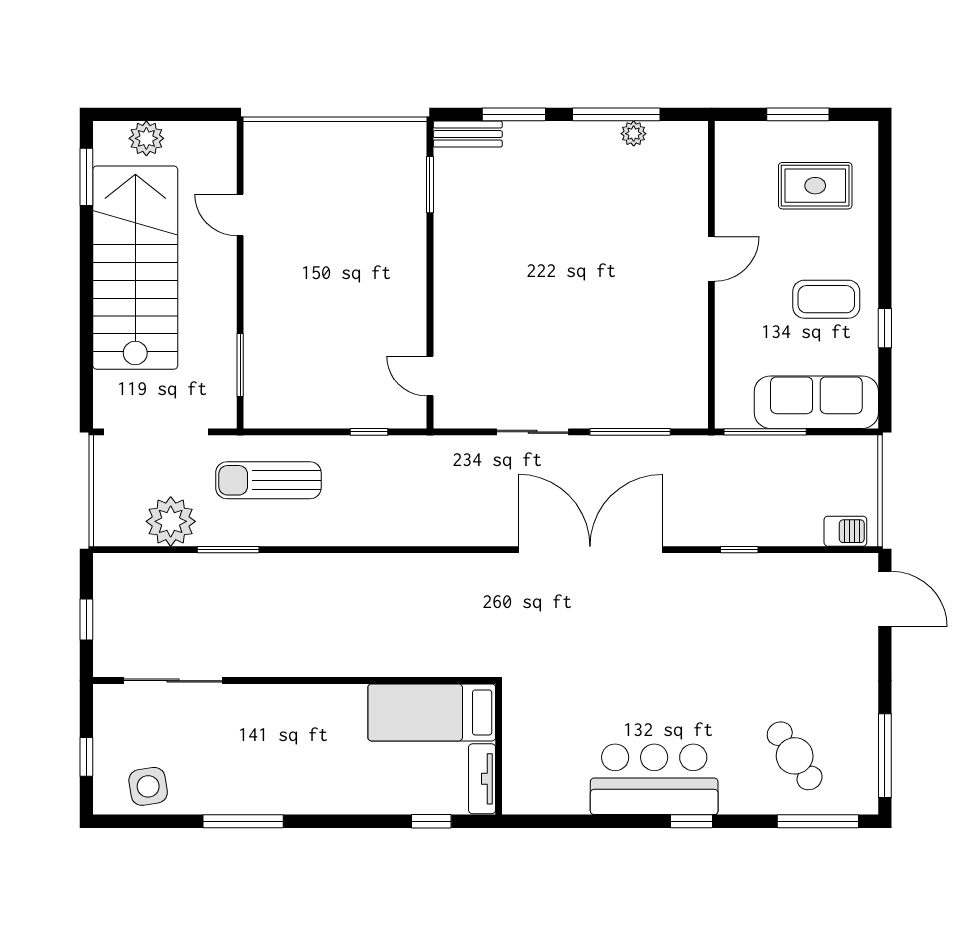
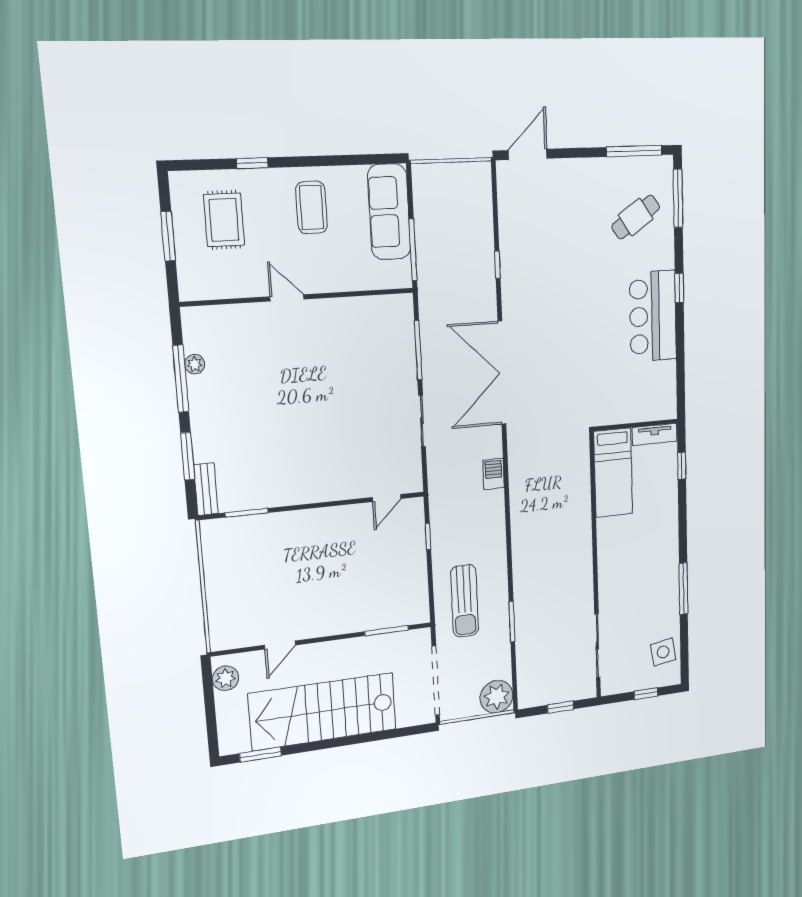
plant: (146, 138) -> (226, 678), moved
window: (885, 328) -> (252, 163), moved
plant: (171, 521) -> (497, 697), moved
barbecue: (845, 531) -> (494, 474), moved

